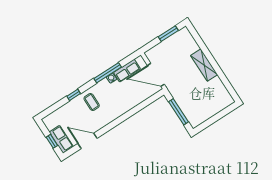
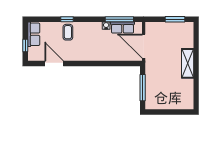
window: (108, 73) -> (119, 19), moved
coffee table: (92, 102) -> (68, 32), moved
row of seats: (61, 139) -> (34, 34), moved

